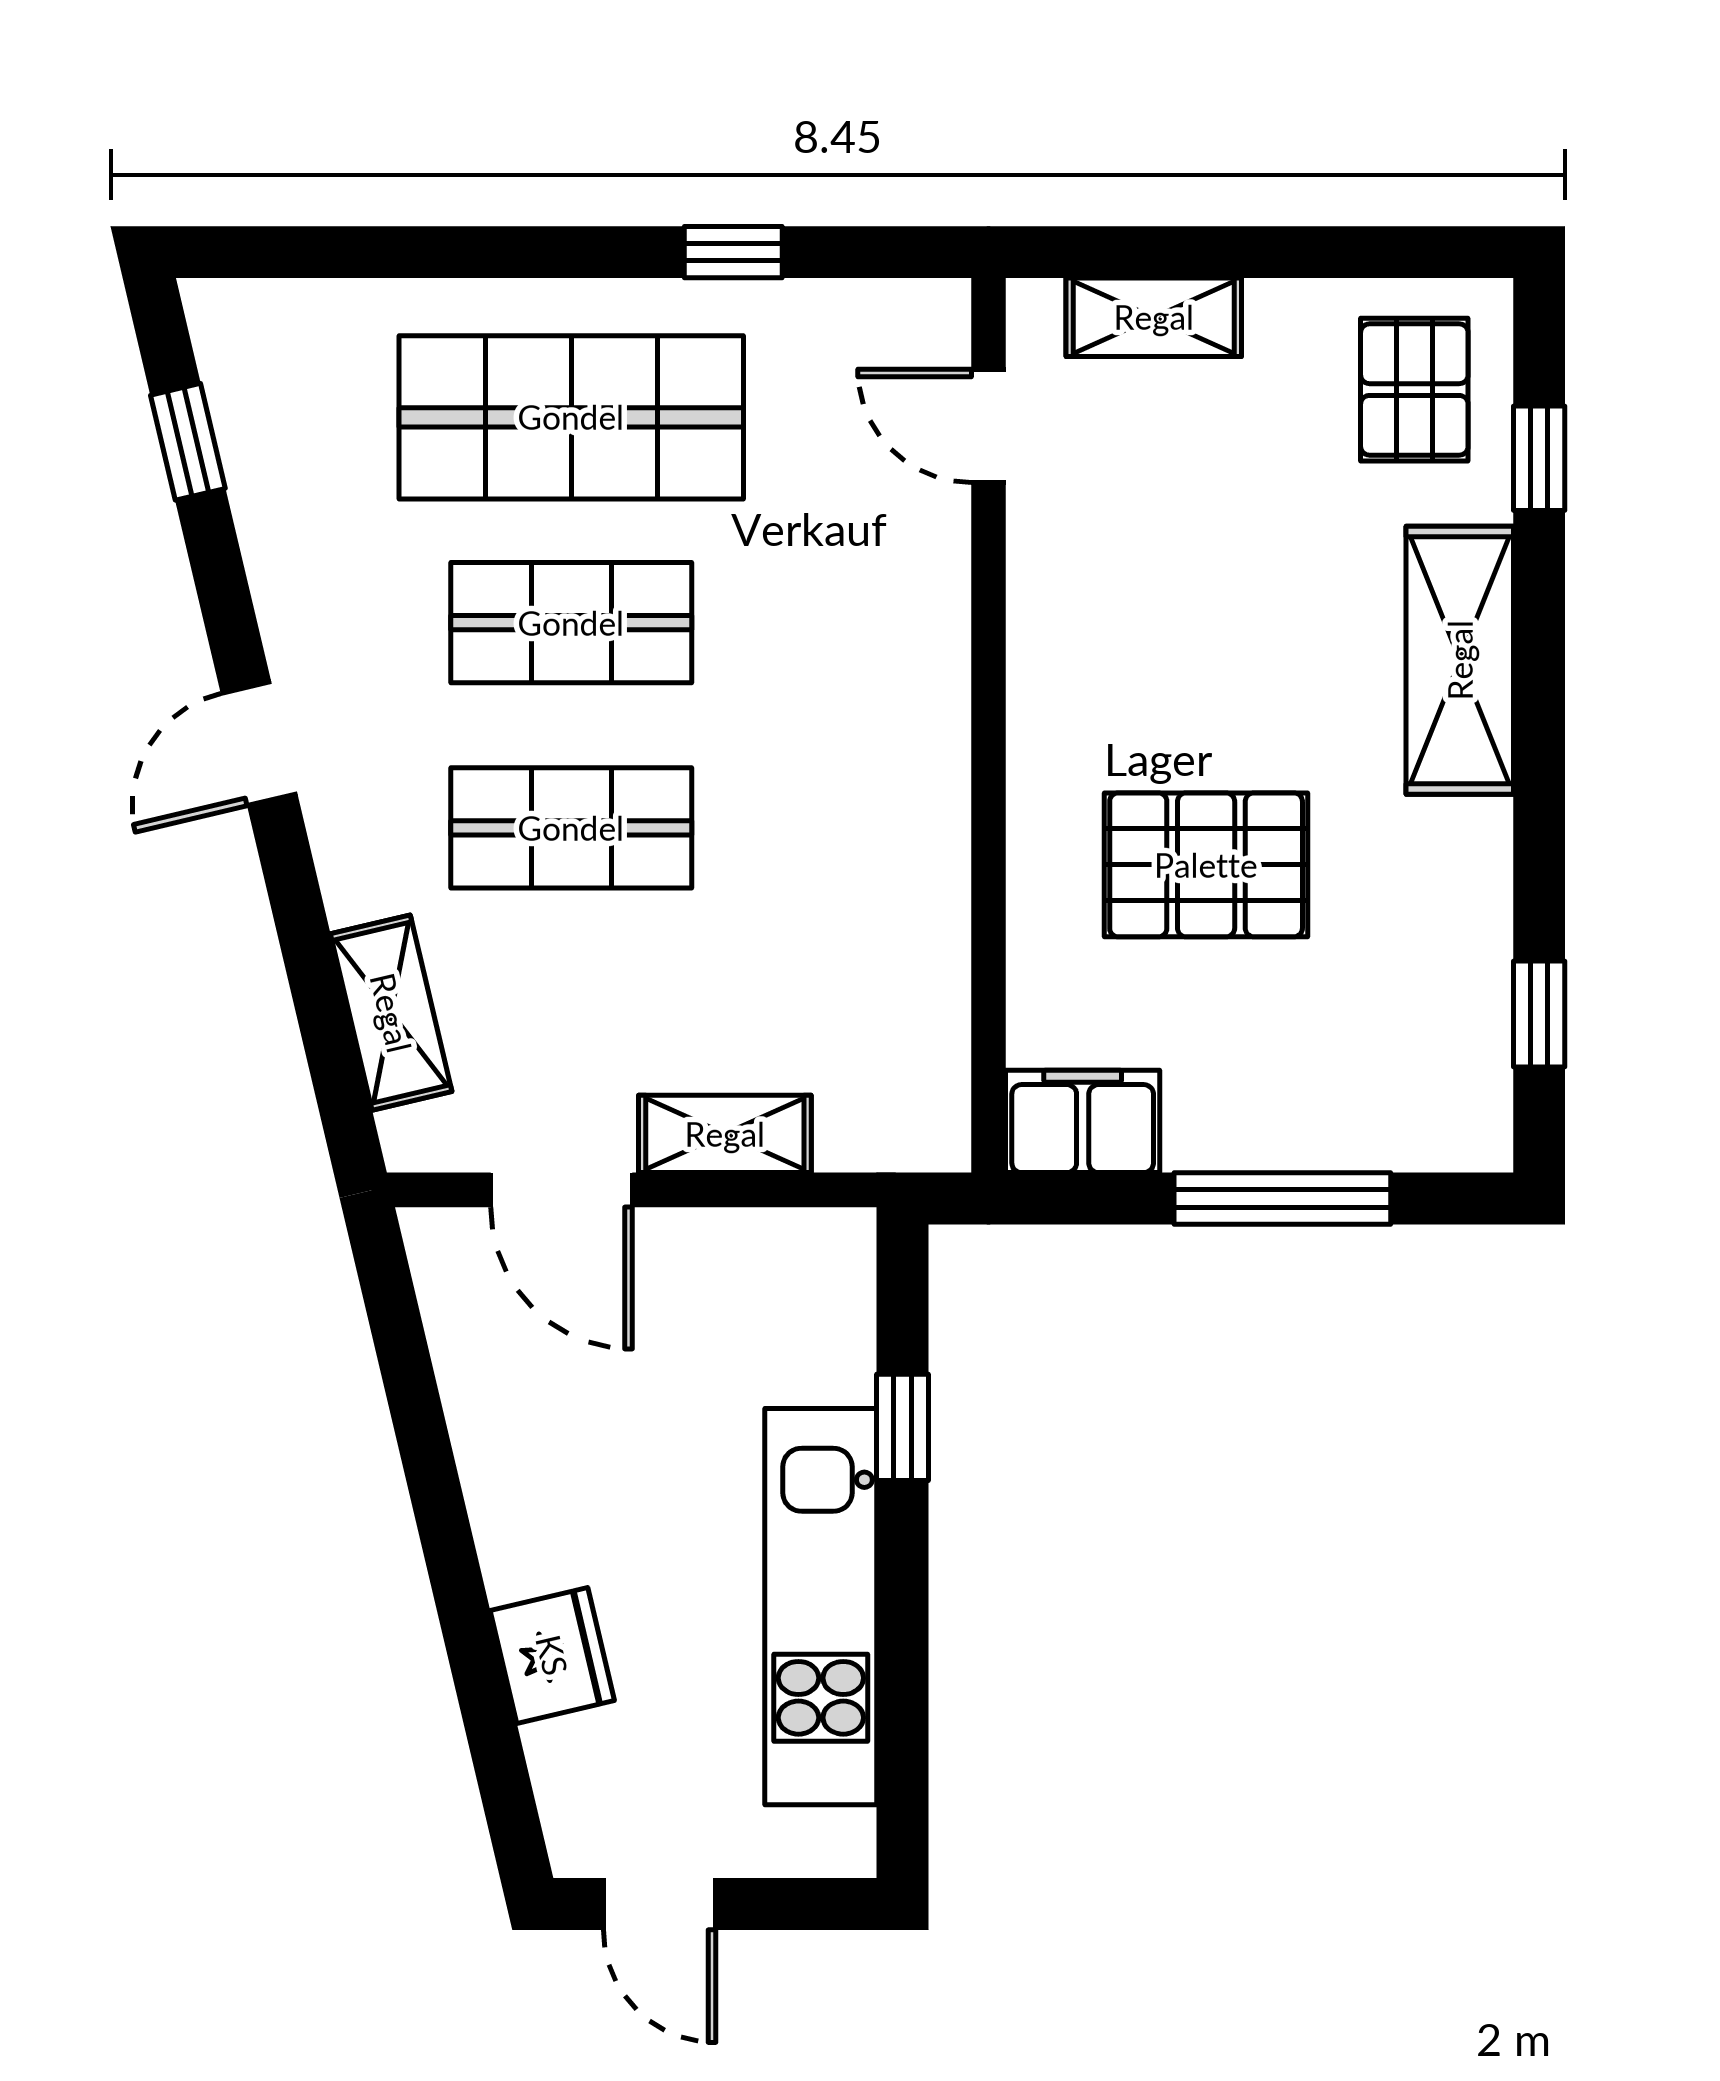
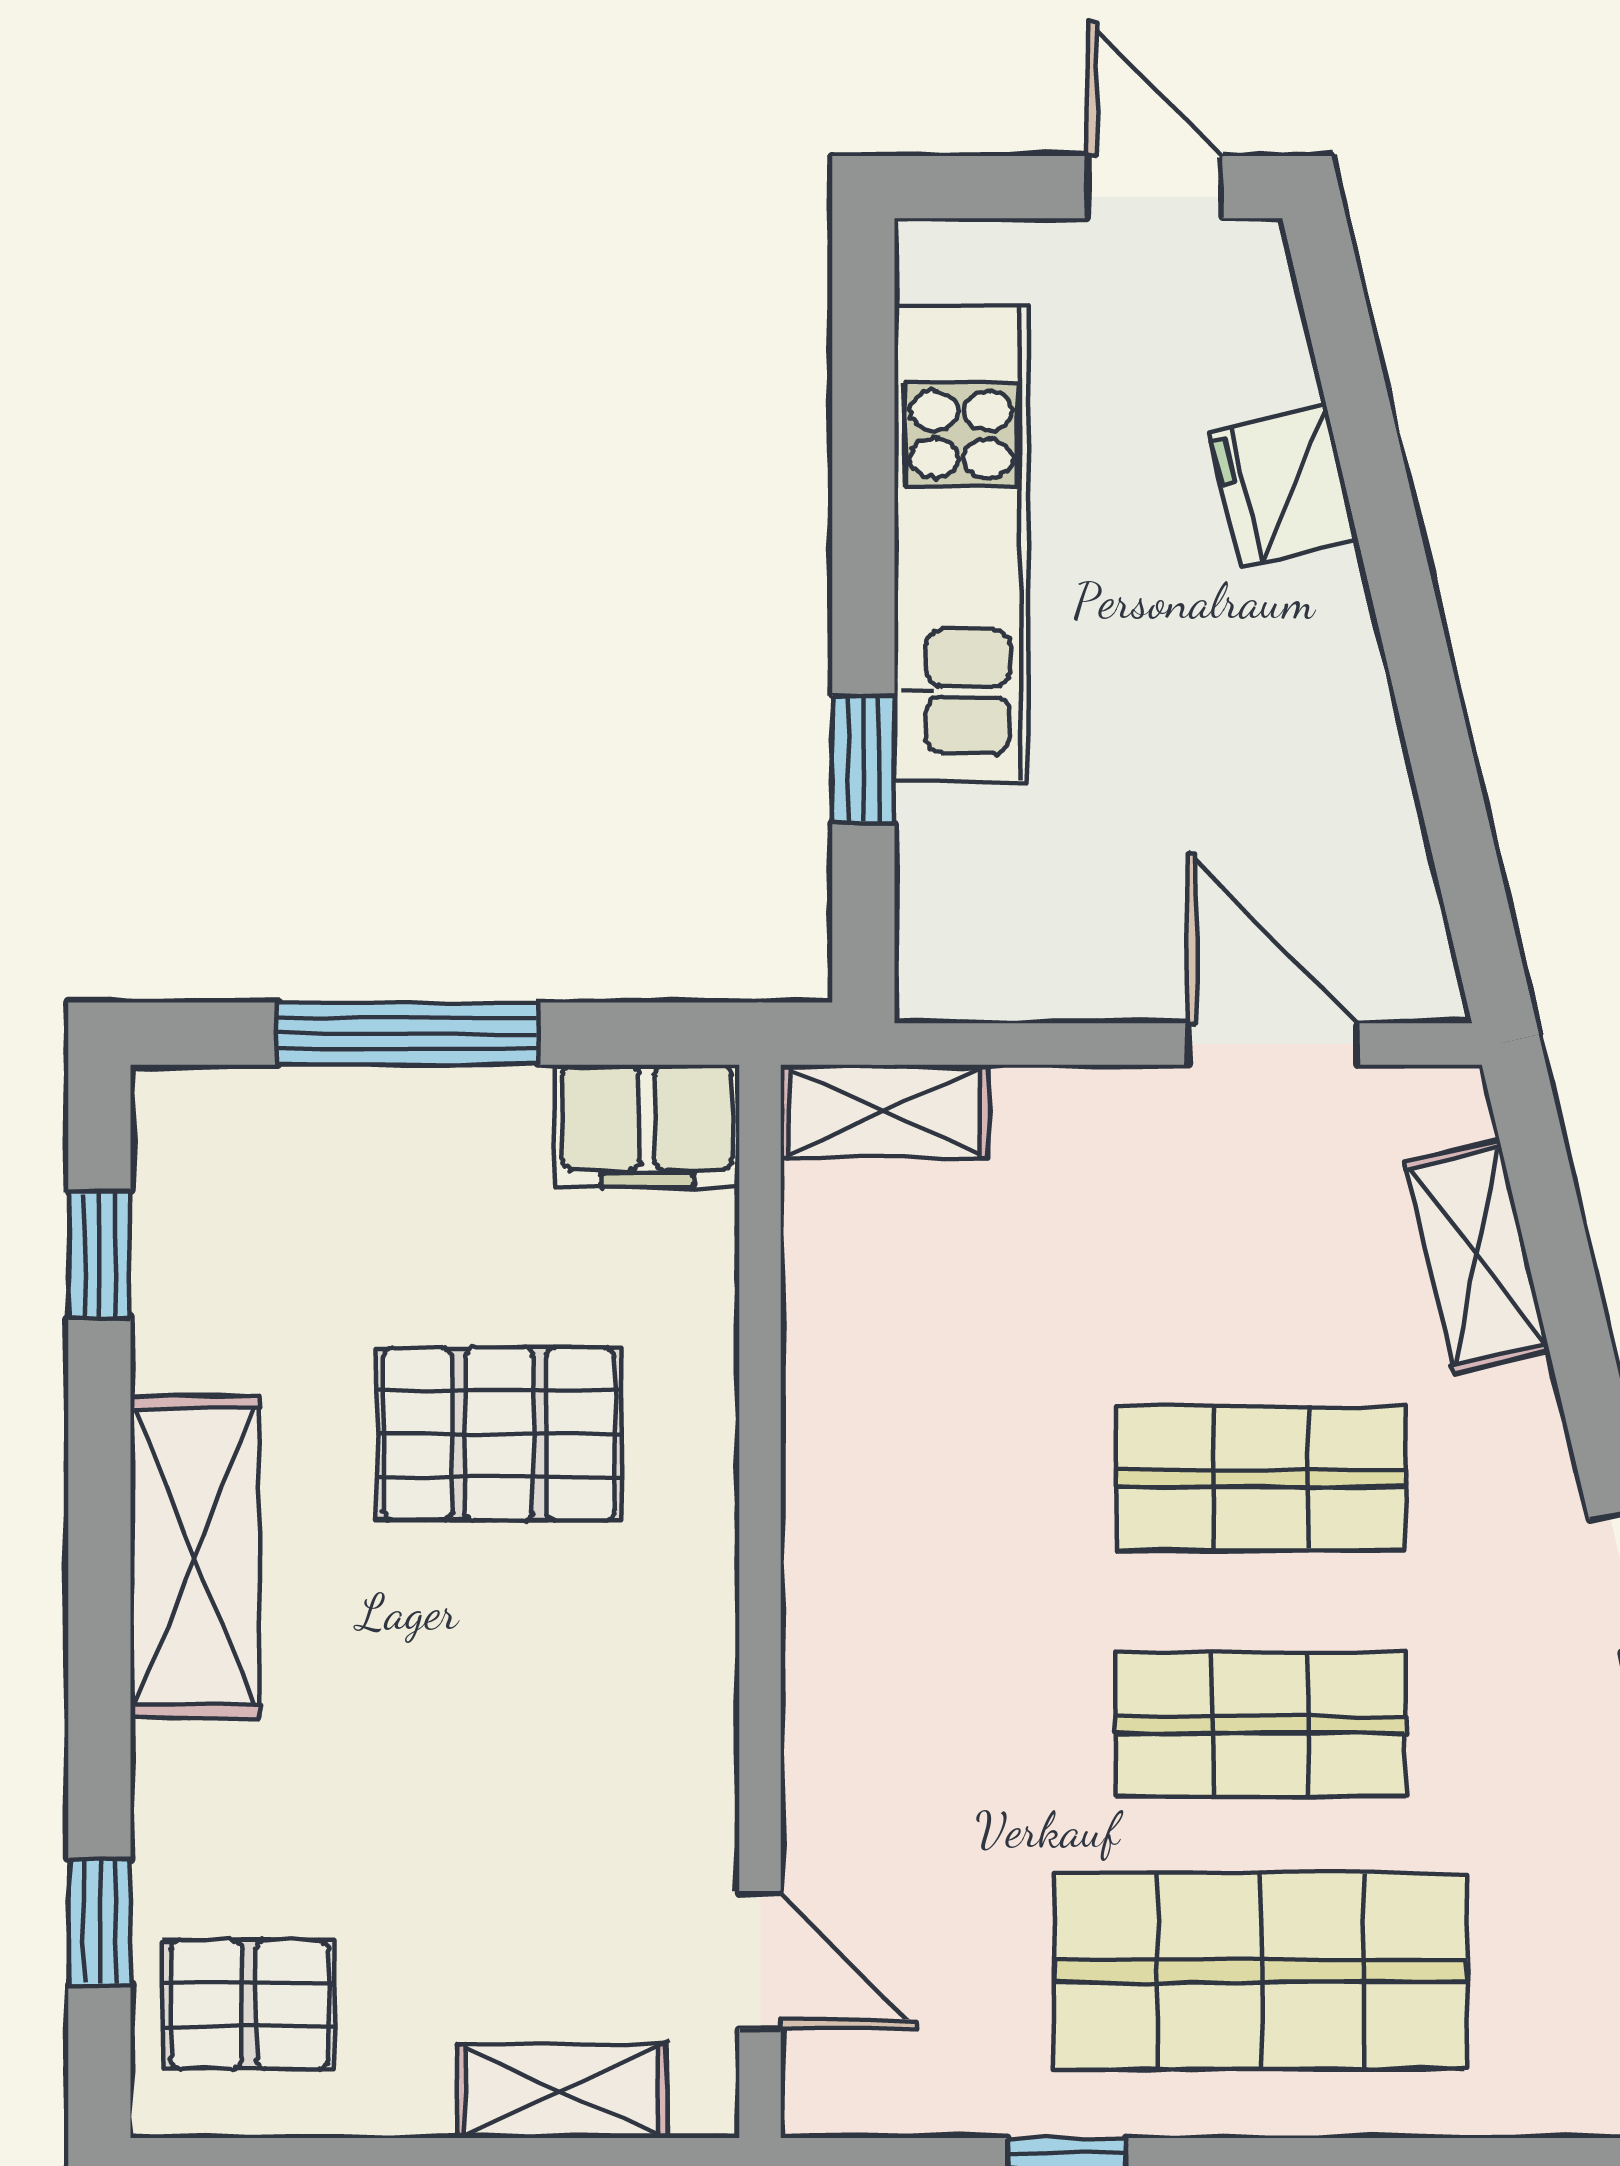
pallet: (1414, 390) -> (249, 2004), turned 90
shelving: (1460, 660) -> (195, 1557), moved
shelving: (725, 1134) -> (884, 1111), moved

